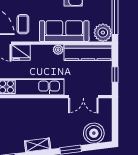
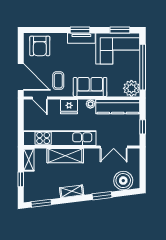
sofa: (64, 31) -> (90, 87), width x0.73
fridge: (21, 53) -> (69, 107), moved
shelving: (31, 106) -> (65, 156), added

